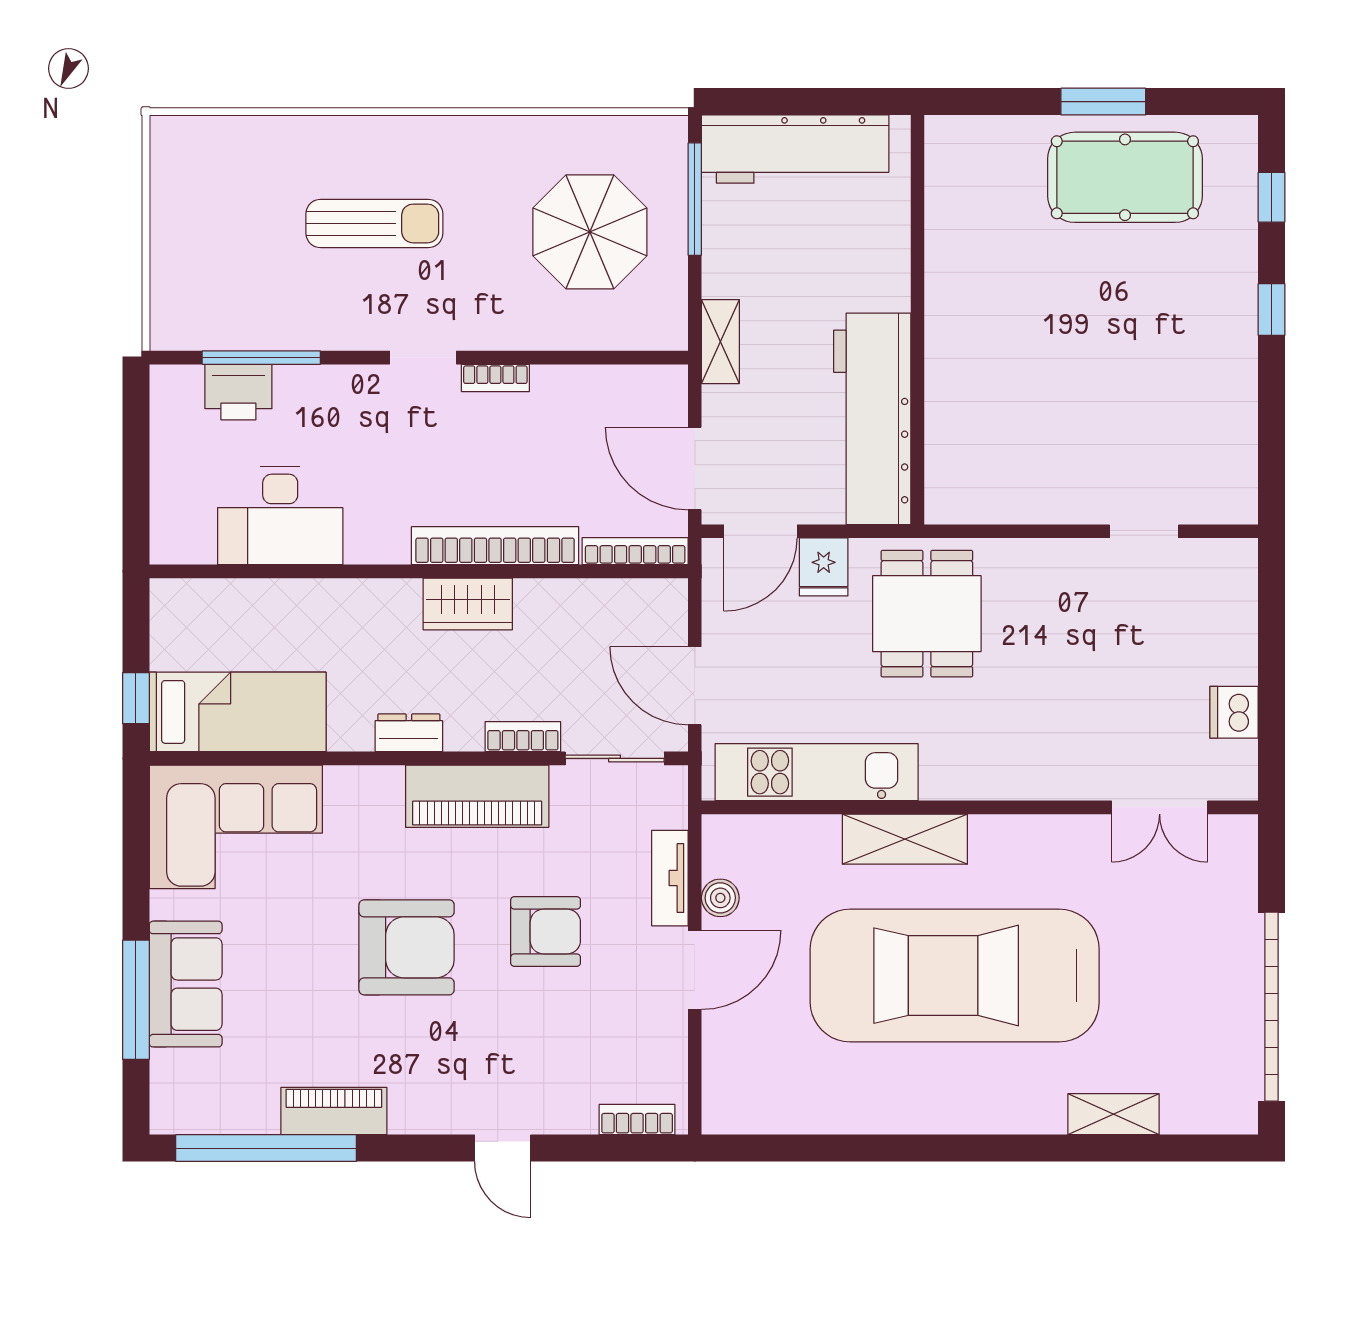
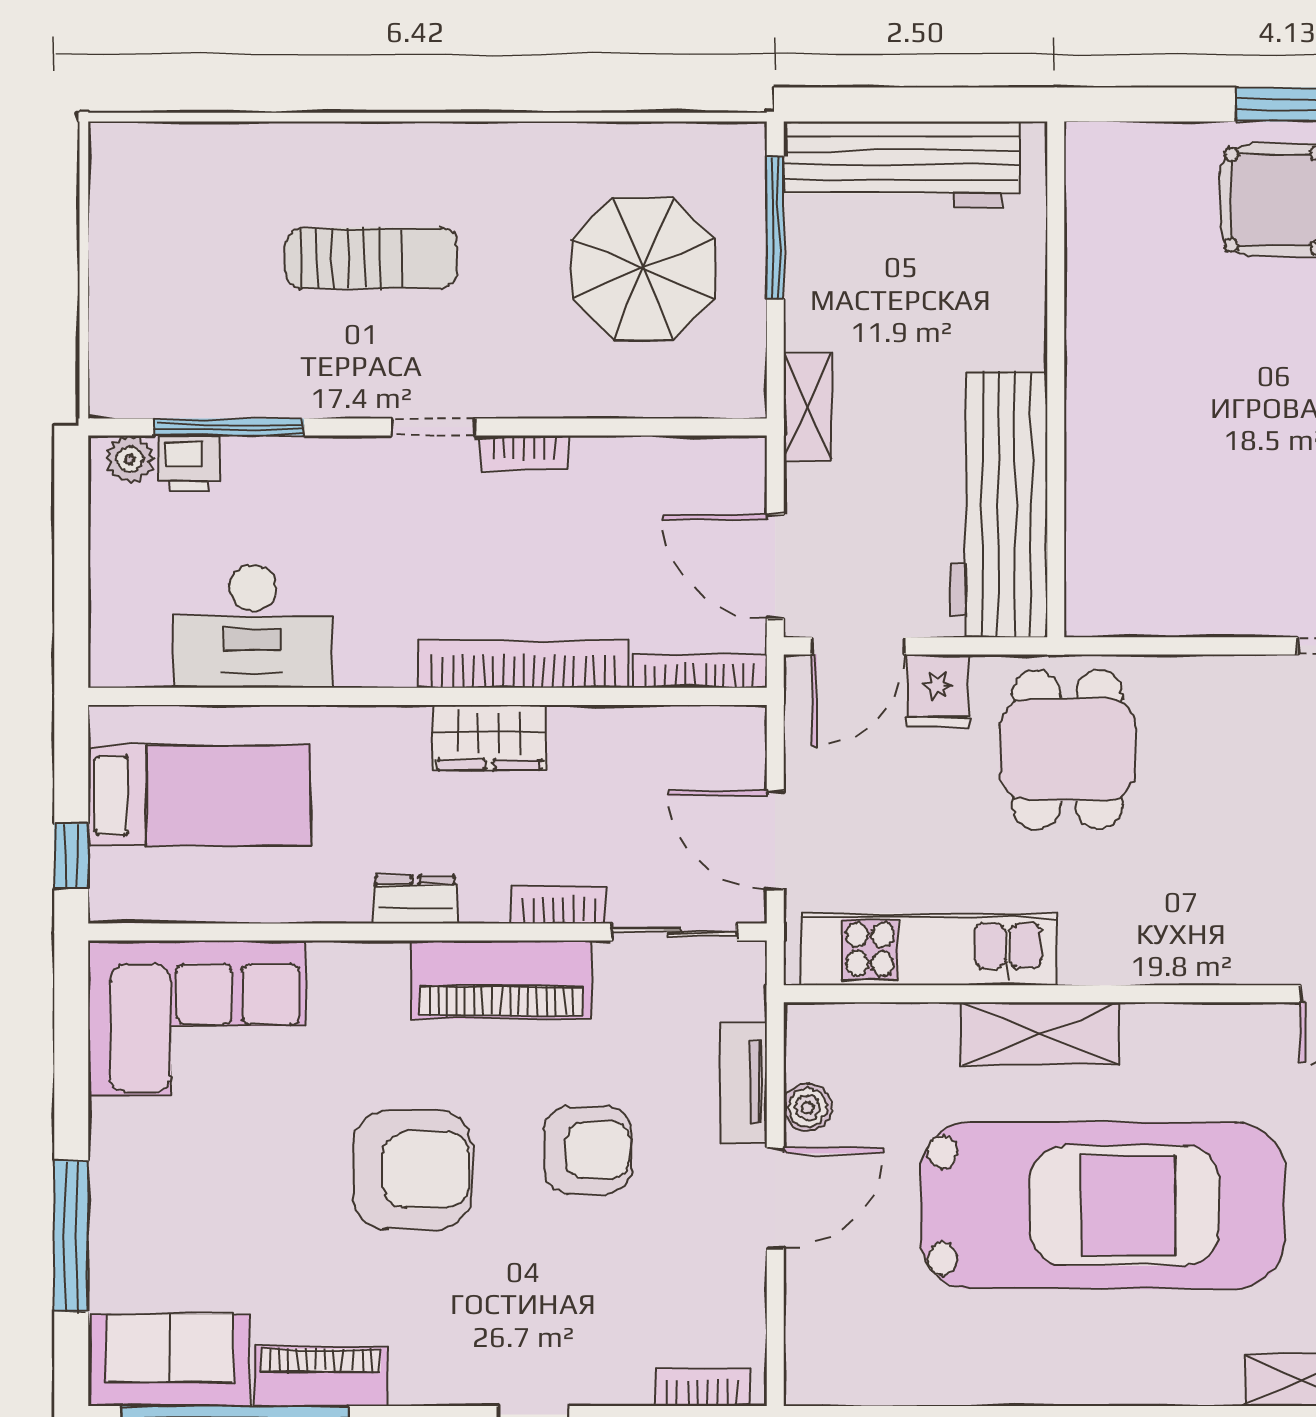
plant: (182, 383) -> (130, 459), added
printer: (238, 392) -> (189, 464), width x0.73, depth x0.81
bed: (238, 712) -> (199, 796), moved
car: (955, 976) -> (1103, 1205), turned 180
sofa: (186, 984) -> (170, 1360), moved, turned -90

